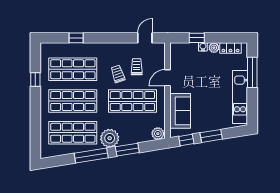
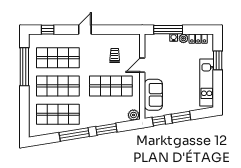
window: (76, 38) -> (48, 30), moved
door: (145, 38) -> (85, 30), moved
window: (197, 38) -> (168, 30), width x2.17
window: (252, 72) -> (218, 60), width x0.69
trolley: (118, 74) -> (98, 62), removed
window: (35, 80) -> (24, 67), width x3.17
plant: (110, 138) -> (91, 119), removed

